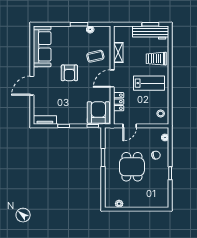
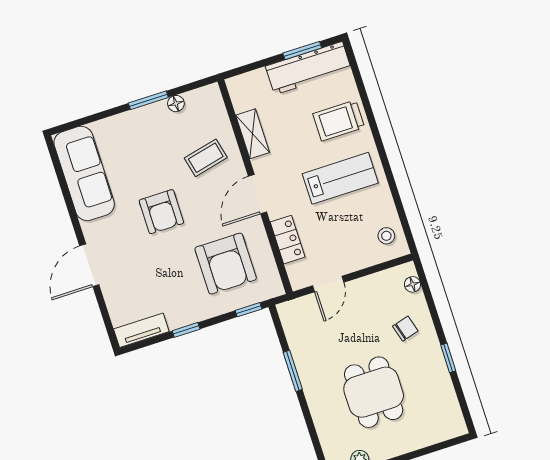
armchair: (98, 113) -> (226, 264), moved, turned 180
dining table: (132, 167) -> (374, 392), moved

